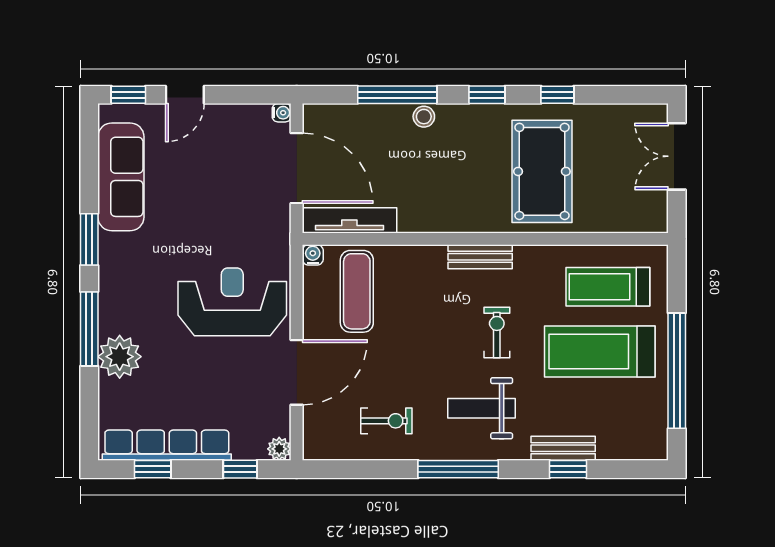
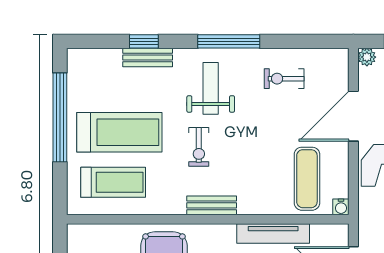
tv unit: (349, 220) -> (273, 234), moved
weight bench: (482, 408) -> (211, 88), turned -90

